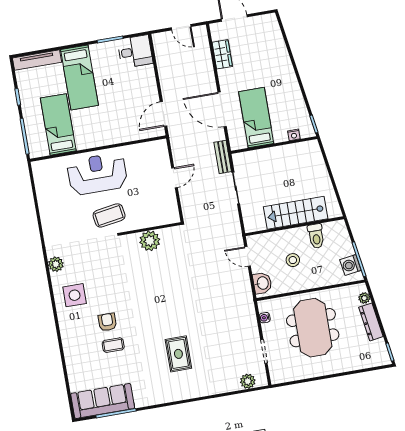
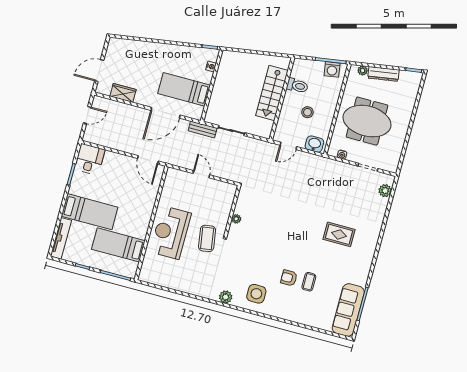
plant: (150, 241) -> (236, 219), width x0.53, depth x0.53

